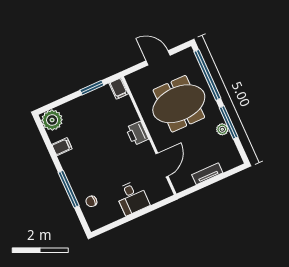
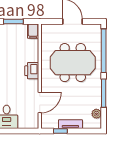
plant: (222, 129) -> (96, 114), moved
window: (200, 186) -> (60, 131), added

